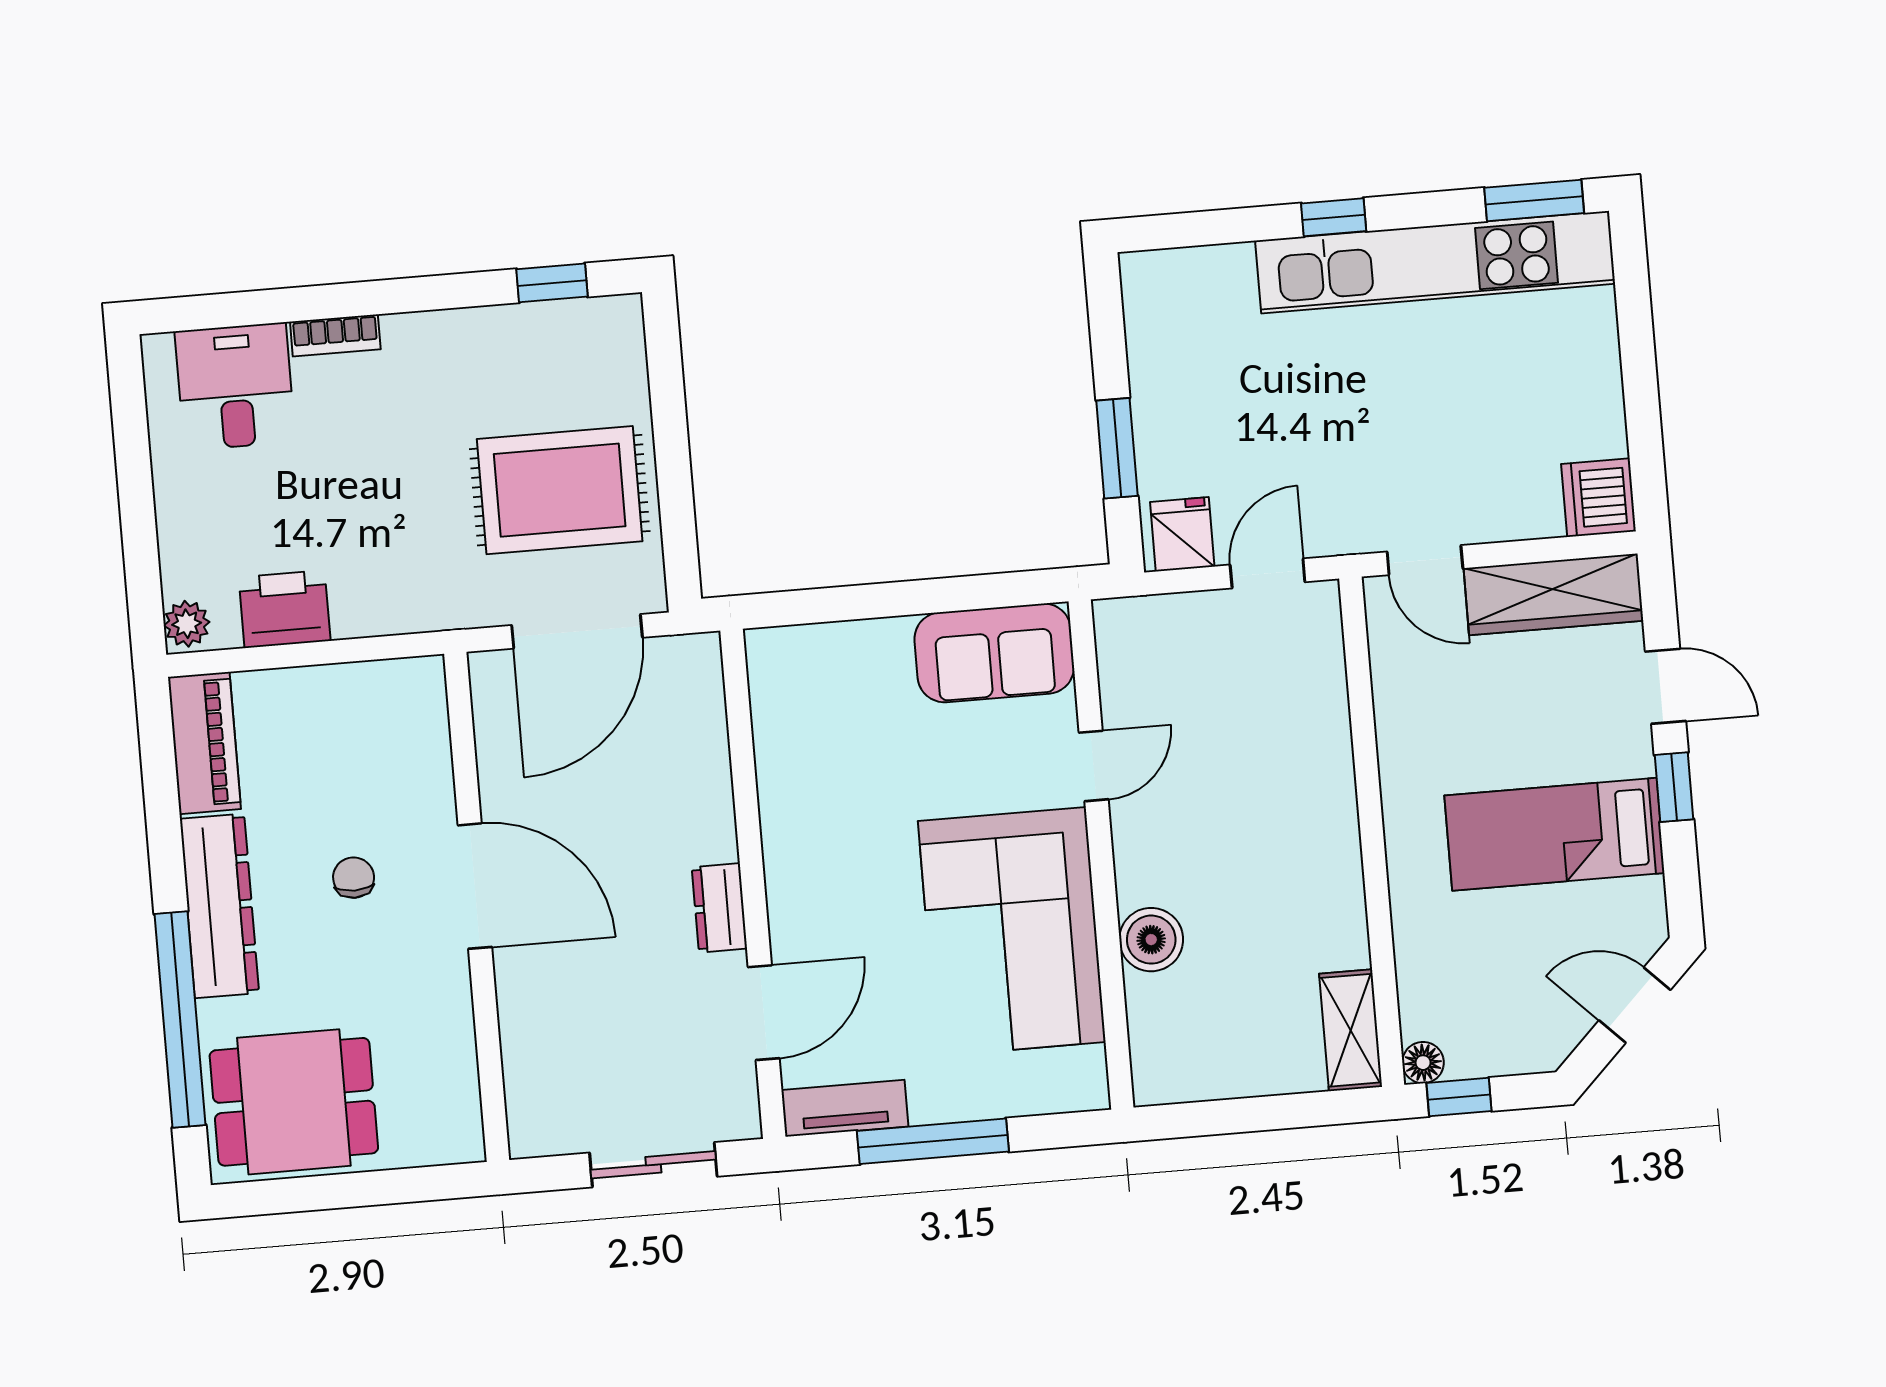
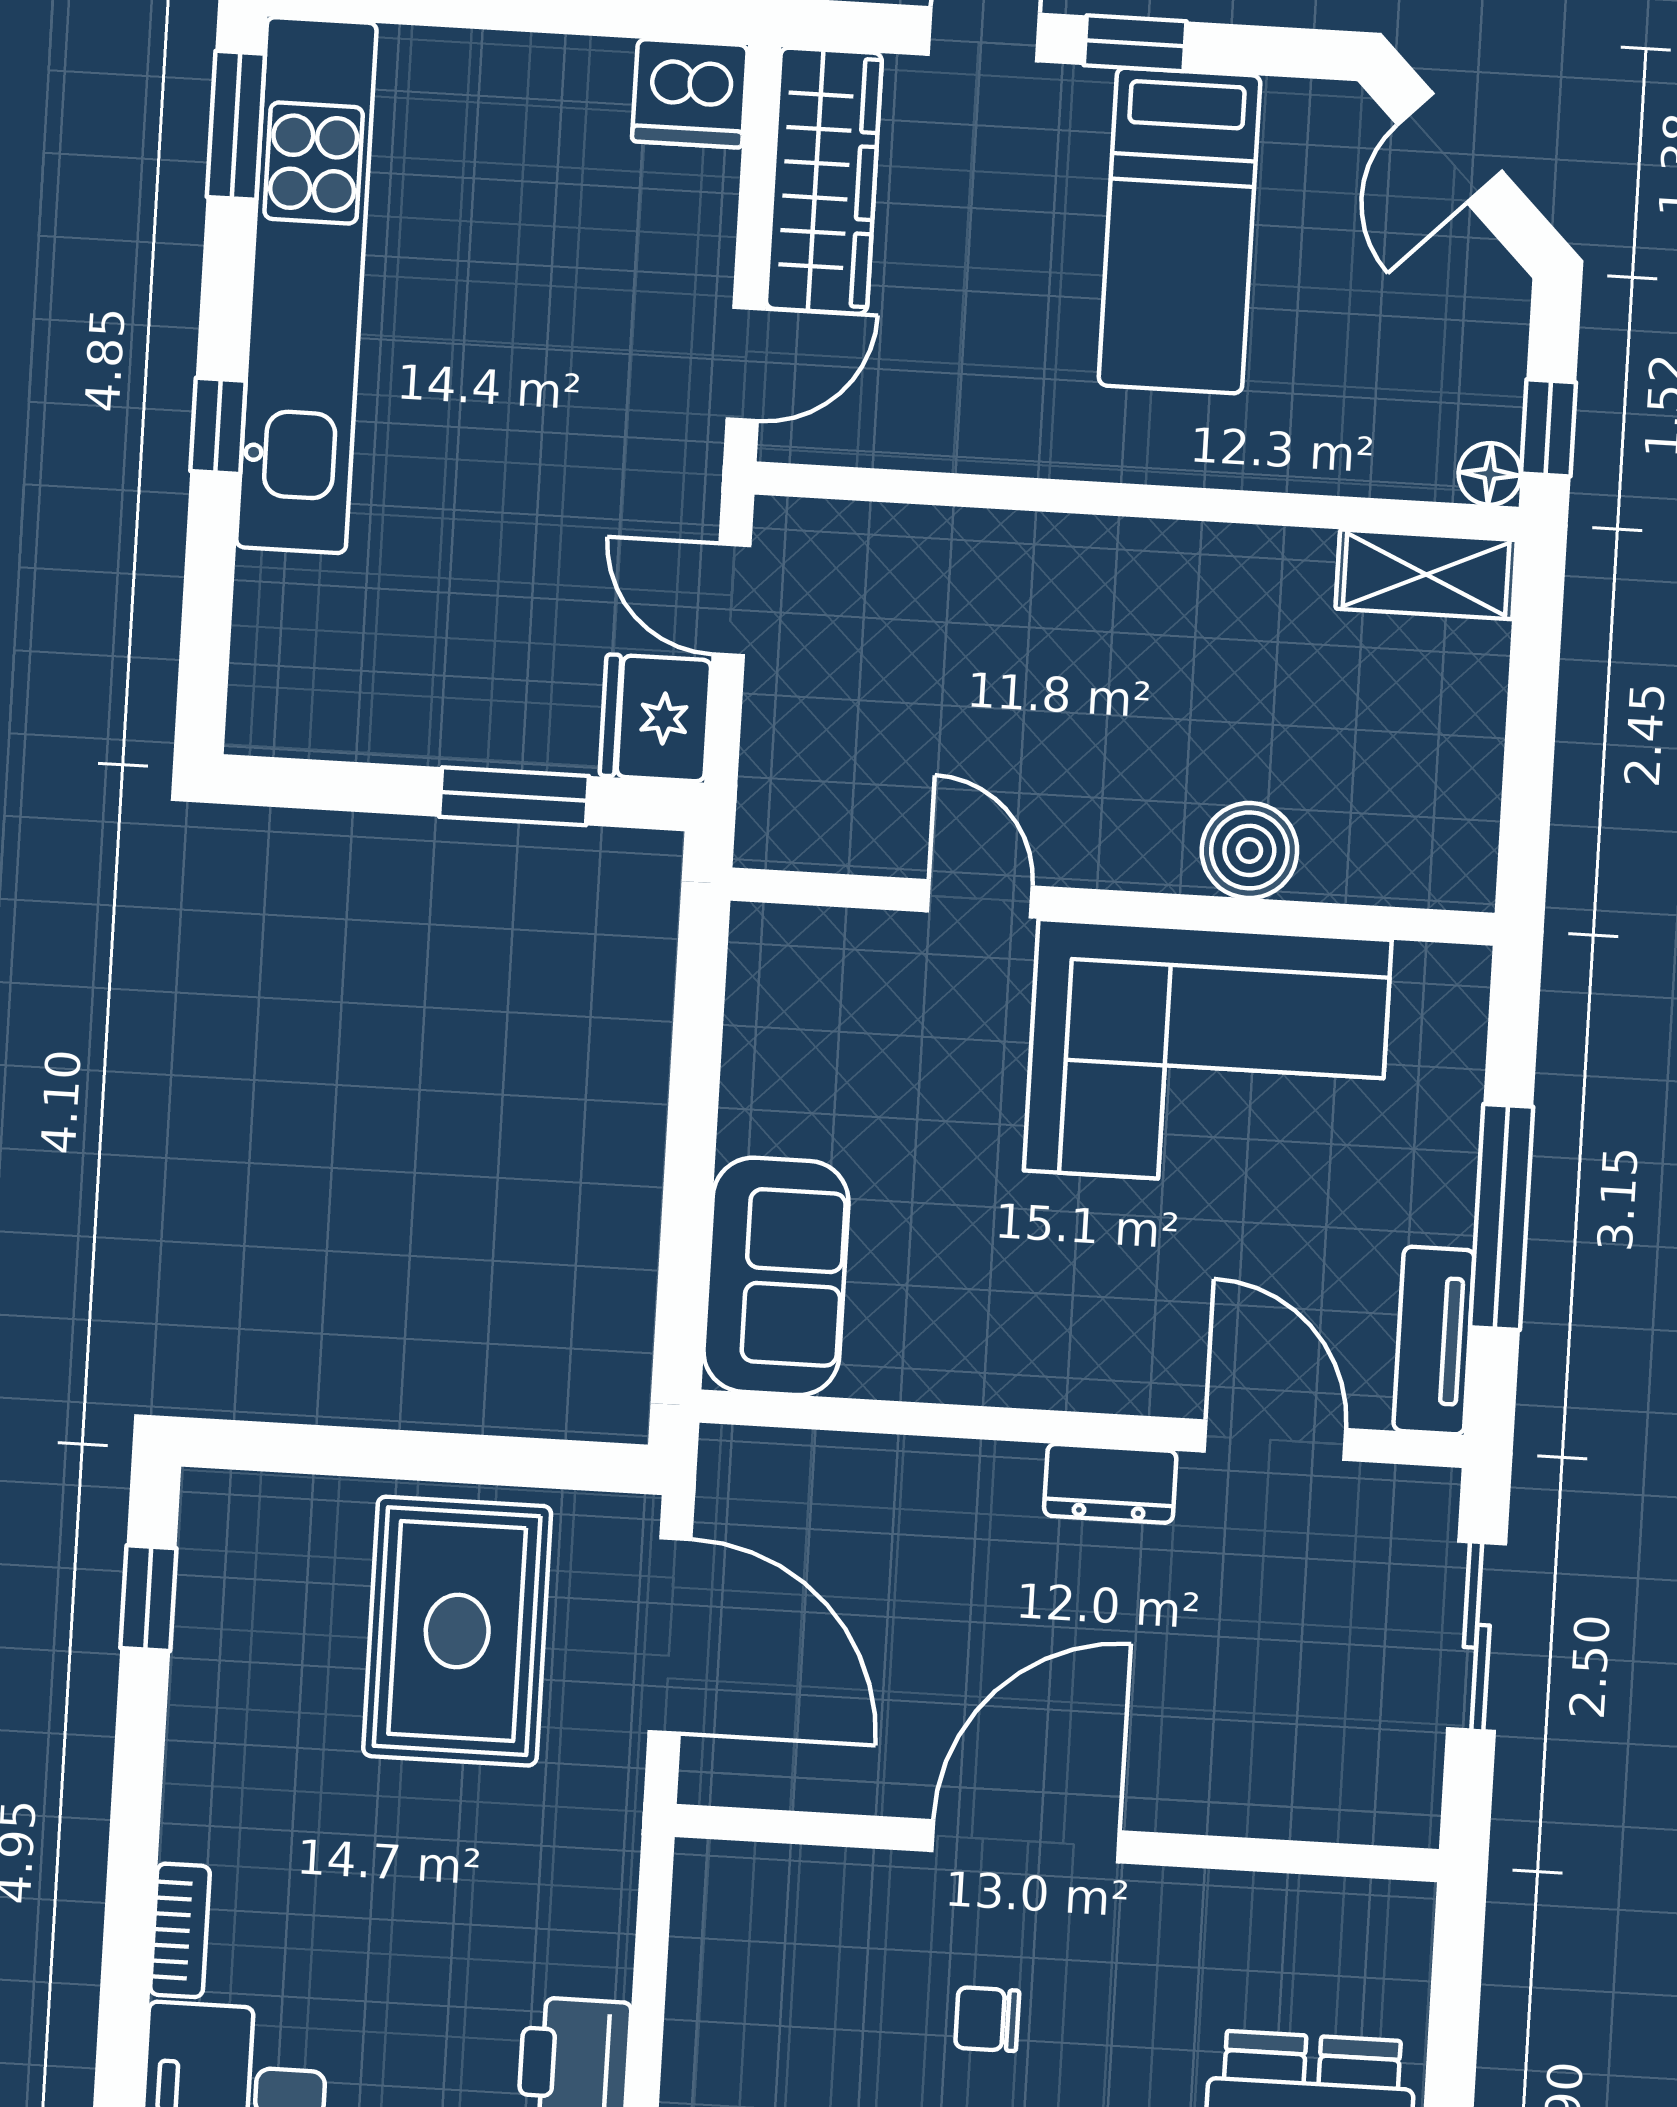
fridge: (1182, 534) -> (655, 718), width x1.38
sofa: (994, 653) -> (776, 1276), moved

